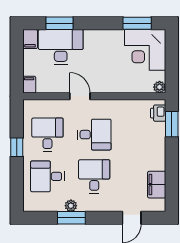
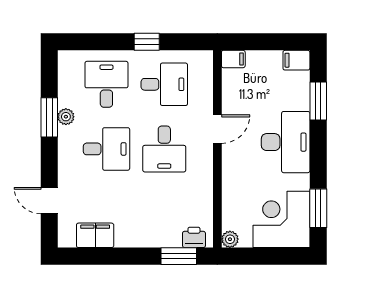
desk: (61, 47) -> (286, 142), moved

